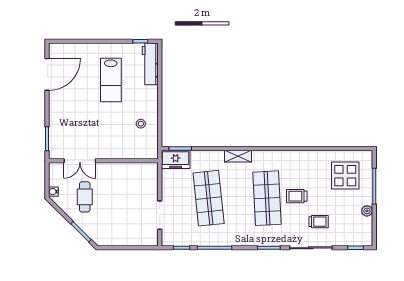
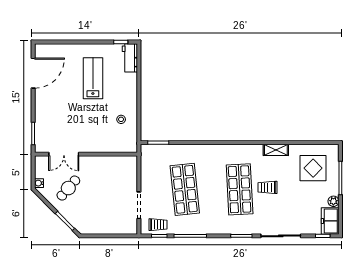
workbench: (150, 64) -> (130, 58), width x0.73
lab bench: (111, 80) -> (93, 78), turned 180
shelving: (238, 156) -> (276, 150), moved
freezer: (176, 159) -> (330, 221), moved, turned 90
cafe table: (85, 197) -> (68, 188), turned 41
trolley: (319, 222) -> (158, 225), moved

